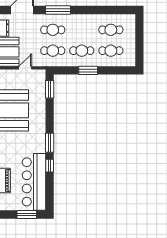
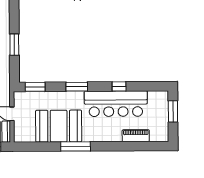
window: (50, 143) -> (77, 87), moved
bar counter: (34, 182) -> (116, 104), moved

